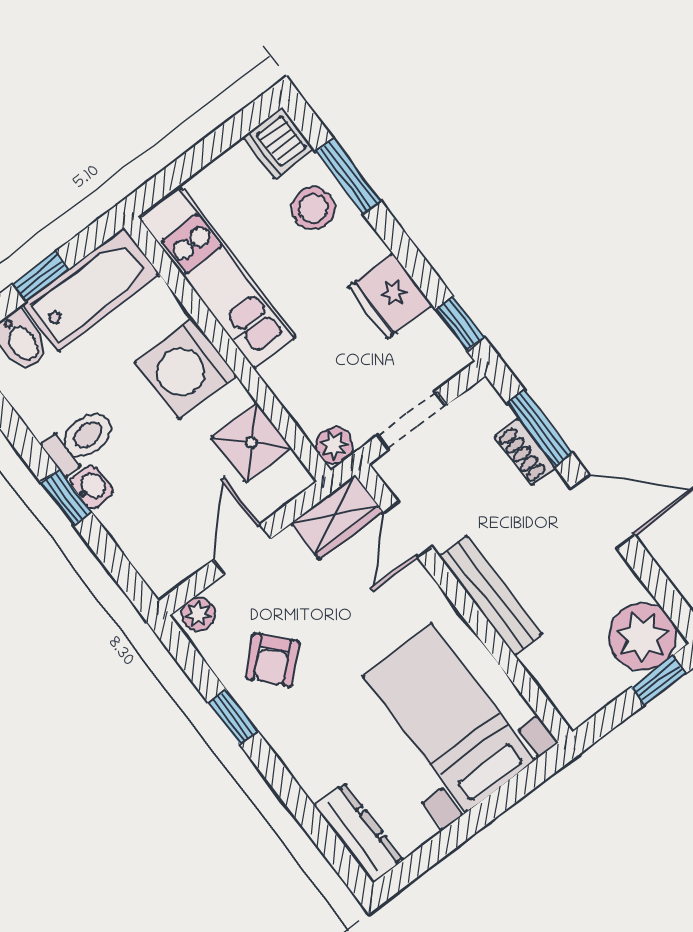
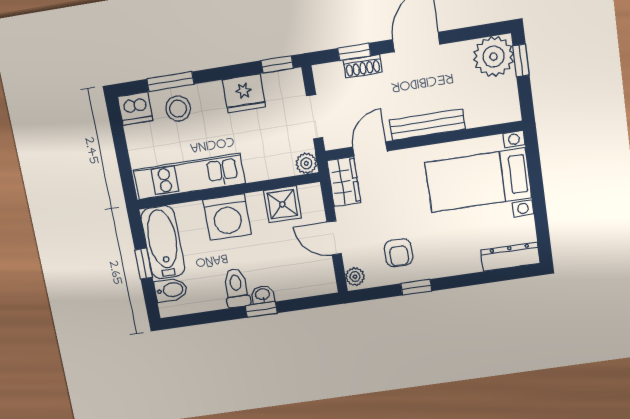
window: (539, 428) -> (354, 52), width x0.67
door: (408, 530) -> (370, 149), swing flipped
armchair: (272, 660) -> (399, 253), turned 43

